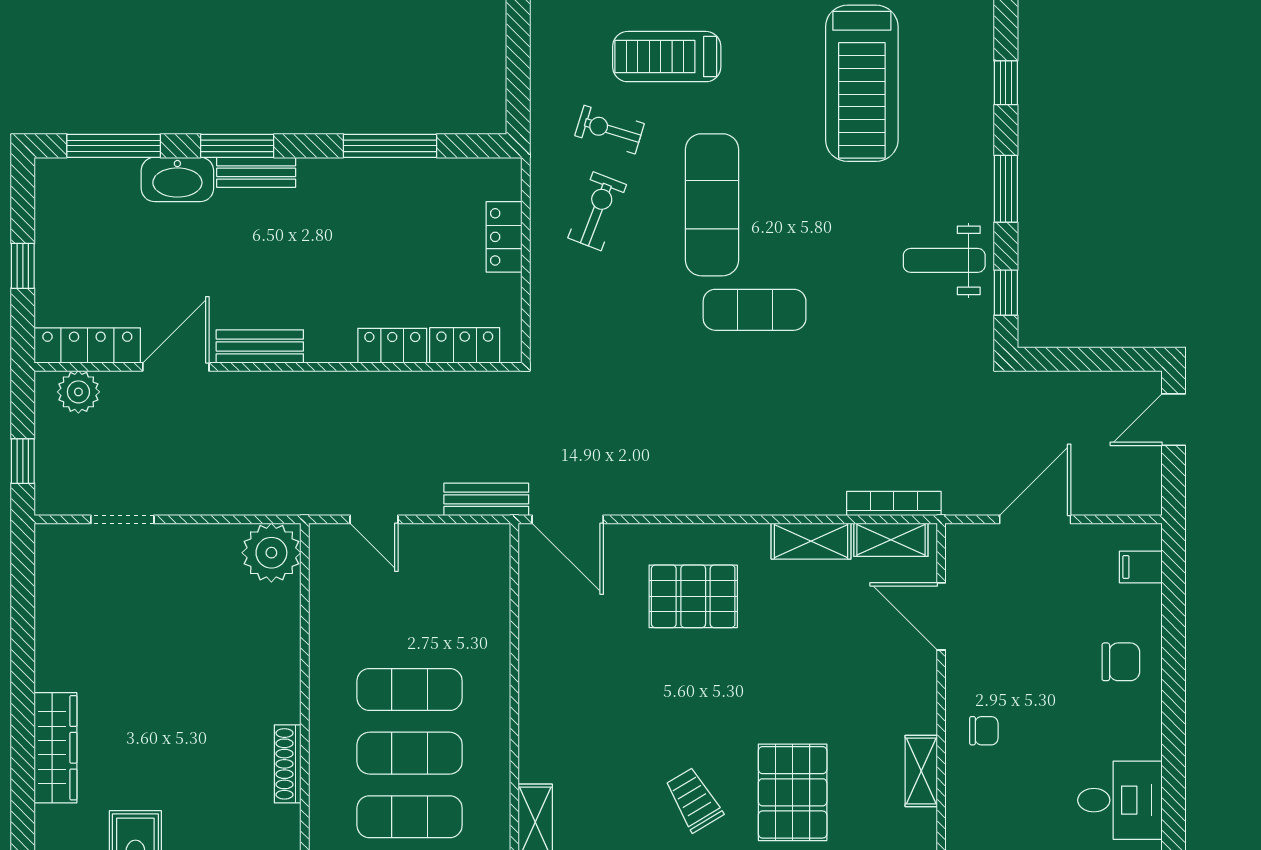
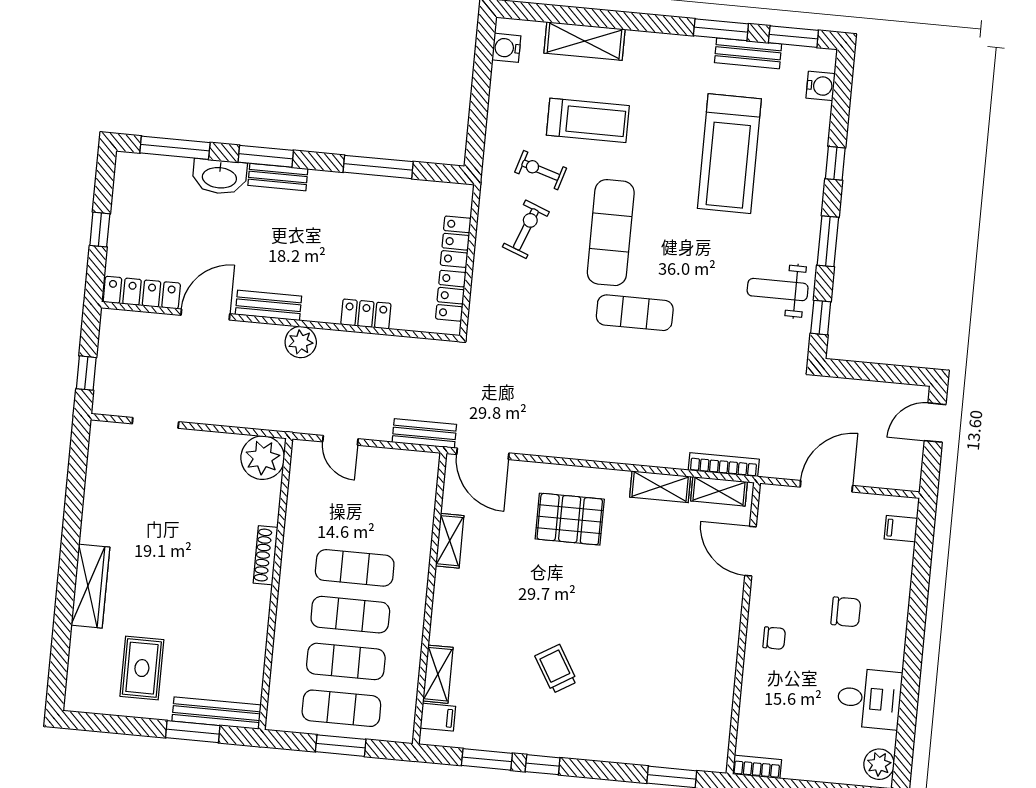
treadmill: (667, 57) -> (588, 120), turned 180
locker: (465, 345) -> (451, 296), moved, turned -90
plant: (78, 392) -> (301, 342), moved
chair: (1121, 662) -> (846, 612), moved
shoe rack: (288, 764) -> (265, 555), moved
shelving: (921, 771) -> (450, 541), moved
pallet: (793, 792) -> (629, 670), removed

